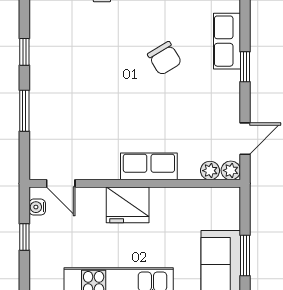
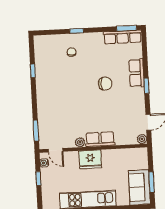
window: (24, 52) -> (33, 71), moved
chair: (165, 58) -> (105, 84), turned -59
window: (24, 111) -> (36, 131), moved
plant: (210, 171) -> (80, 142), moved

